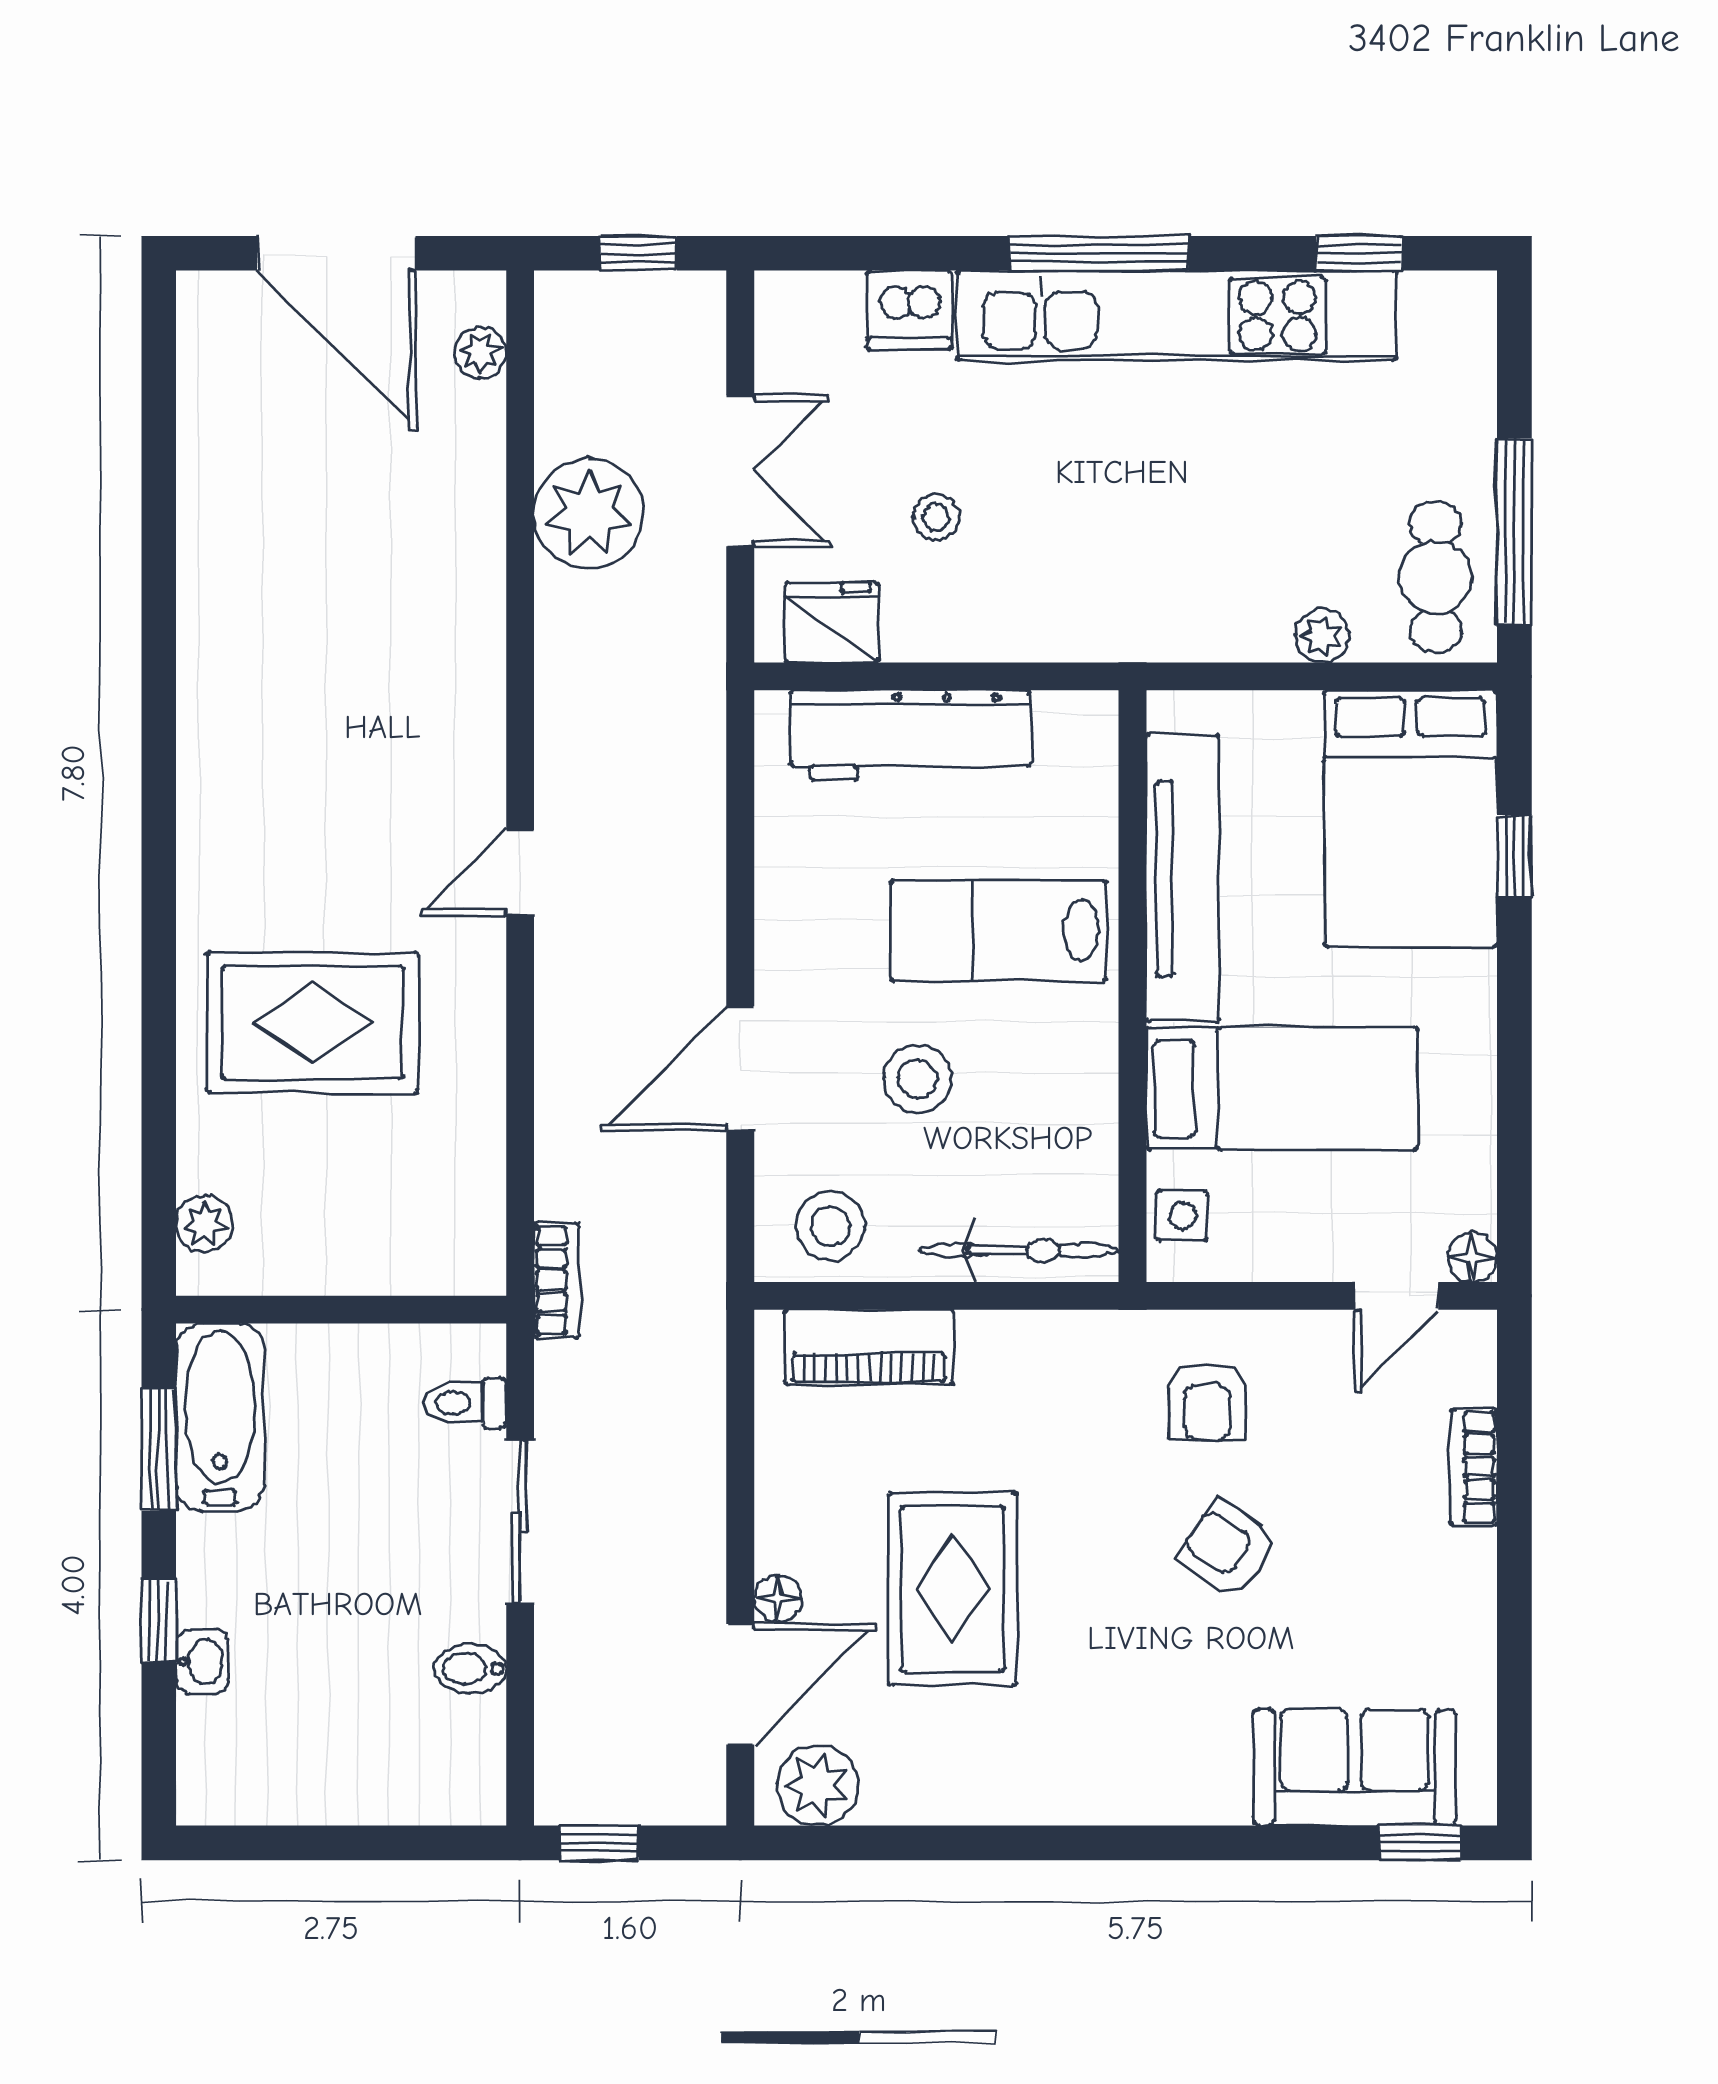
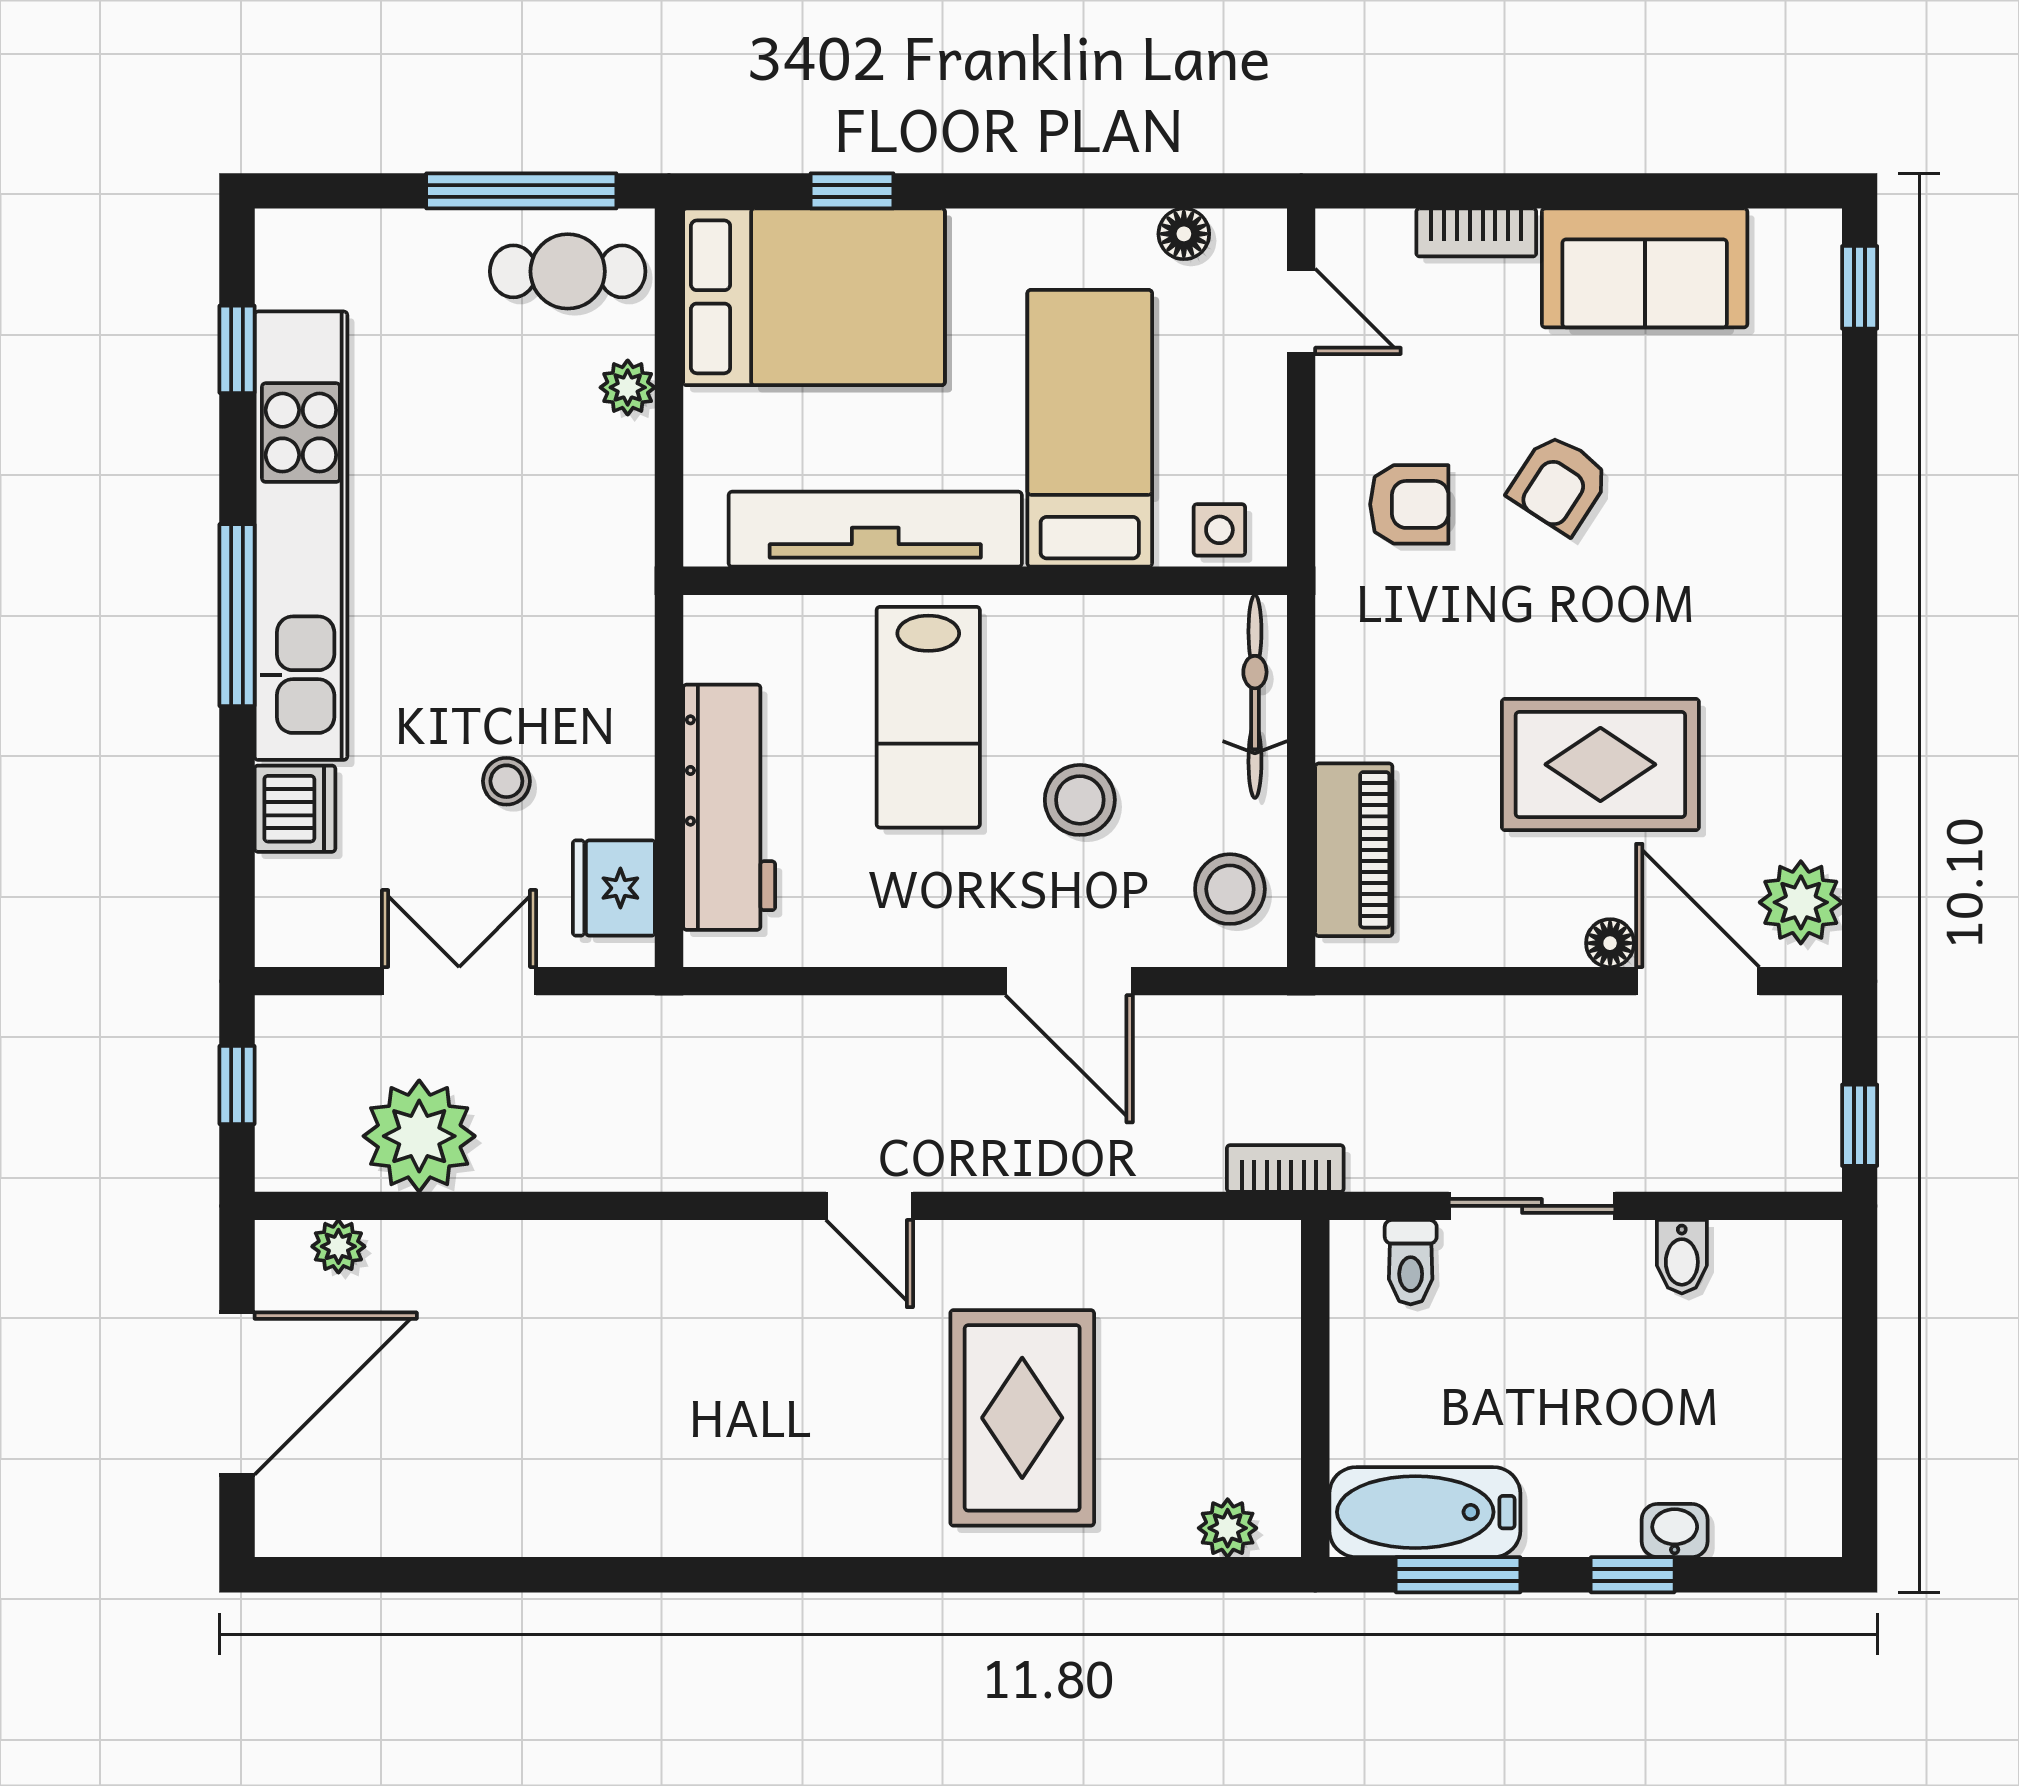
plant: (589, 513) -> (419, 1136), moved
floor lamp: (1472, 1257) -> (1184, 234), moved
sofa: (1355, 1767) -> (1645, 268), moved, turned -90

